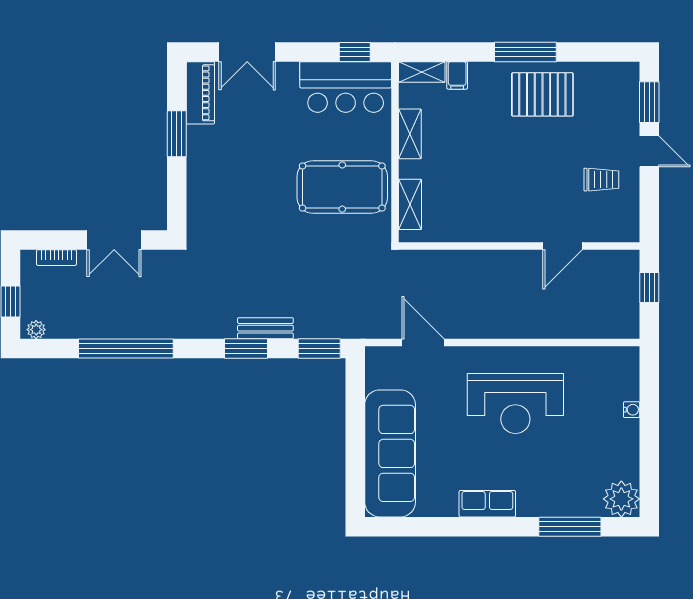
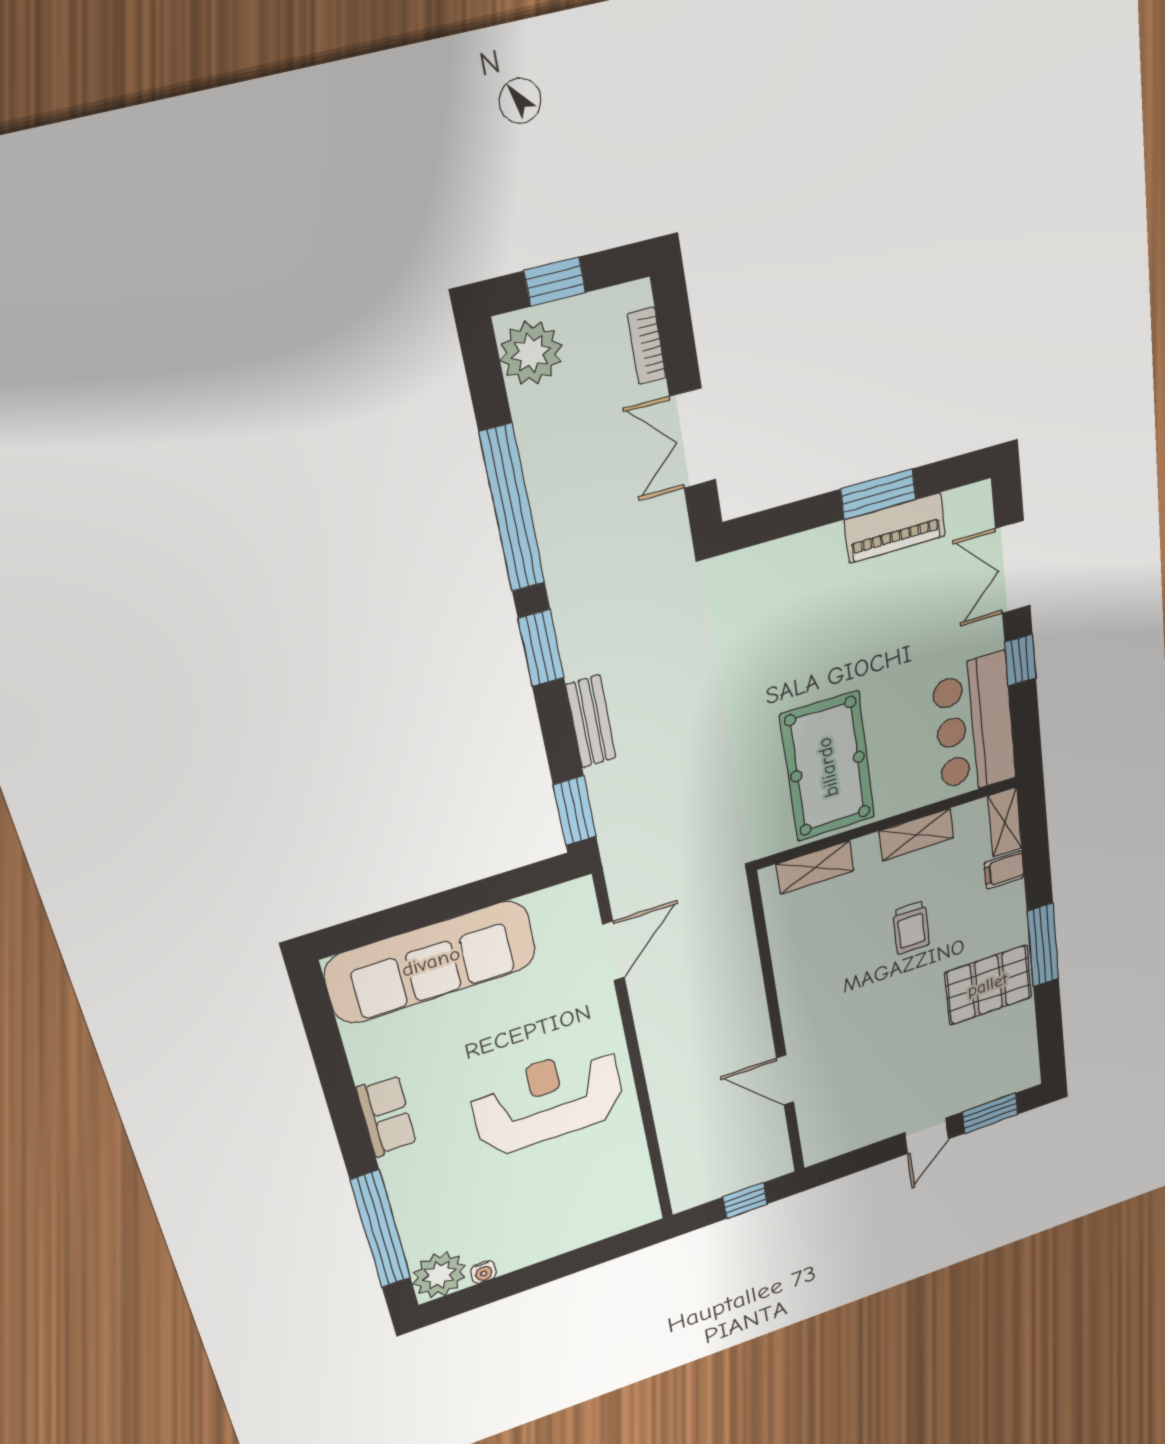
window: (355, 52) -> (1020, 660), moved
piano: (200, 93) -> (895, 528), moved
pallet: (542, 94) -> (988, 985), turned 90
trolley: (601, 180) -> (911, 928), moved
plant: (36, 330) -> (531, 353), width x1.87, depth x1.87
window: (246, 348) -> (541, 648), moved
reception desk: (515, 403) -> (548, 1100), turned 90
water cooler: (632, 410) -> (483, 1272), moved
window: (570, 527) -> (381, 1229), width x1.46

